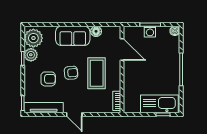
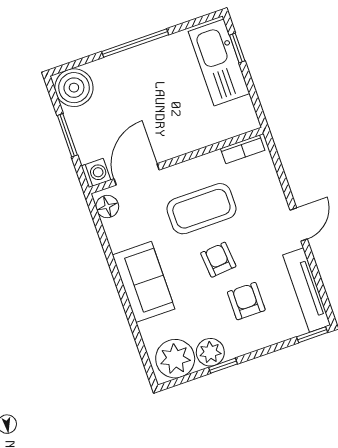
floor lamp: (96, 31) -> (107, 207), moved
boiler: (175, 31) -> (74, 88), width x1.86, depth x1.86
washing machine: (150, 32) -> (96, 173), moved

